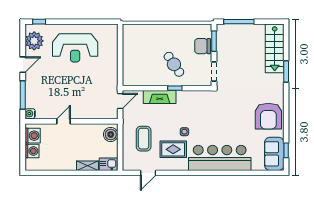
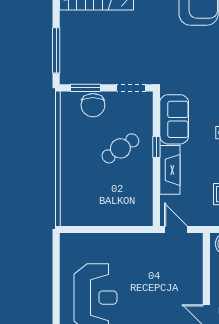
sofa: (193, 100) -> (174, 119), added

